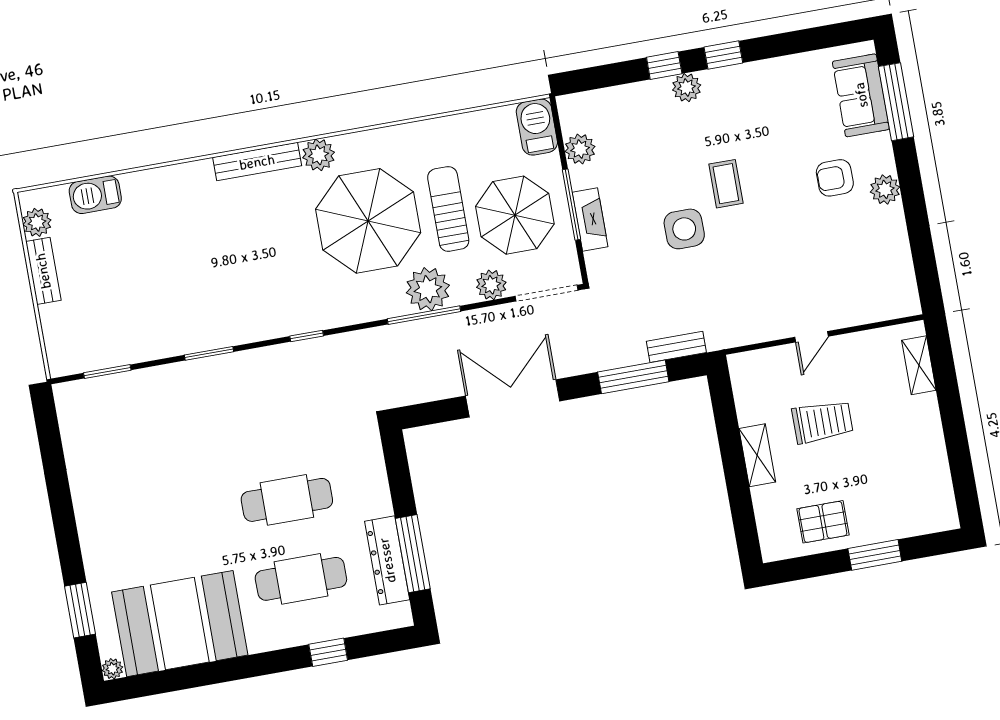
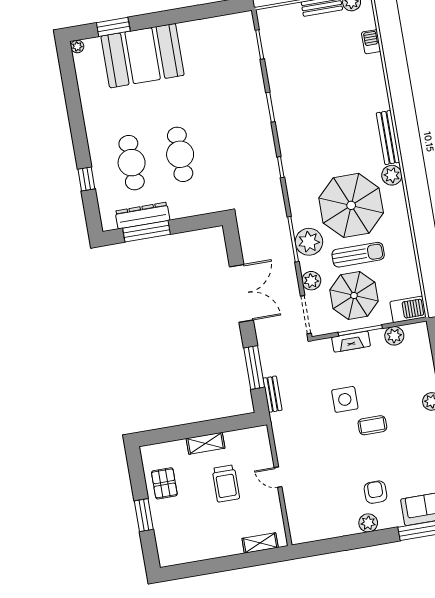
barbecue: (95, 195) -> (371, 42), width x0.73, depth x0.79
booth: (180, 624) -> (143, 56), moved, turned 90

